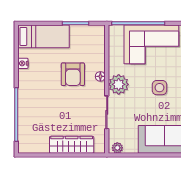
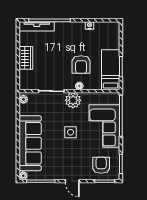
bed: (44, 36) -> (111, 70), moved, turned 180
armchair: (73, 74) -> (81, 65), turned -90
tv unit: (24, 131) -> (37, 26), added
wardrobe: (72, 145) -> (26, 58), width x0.67

